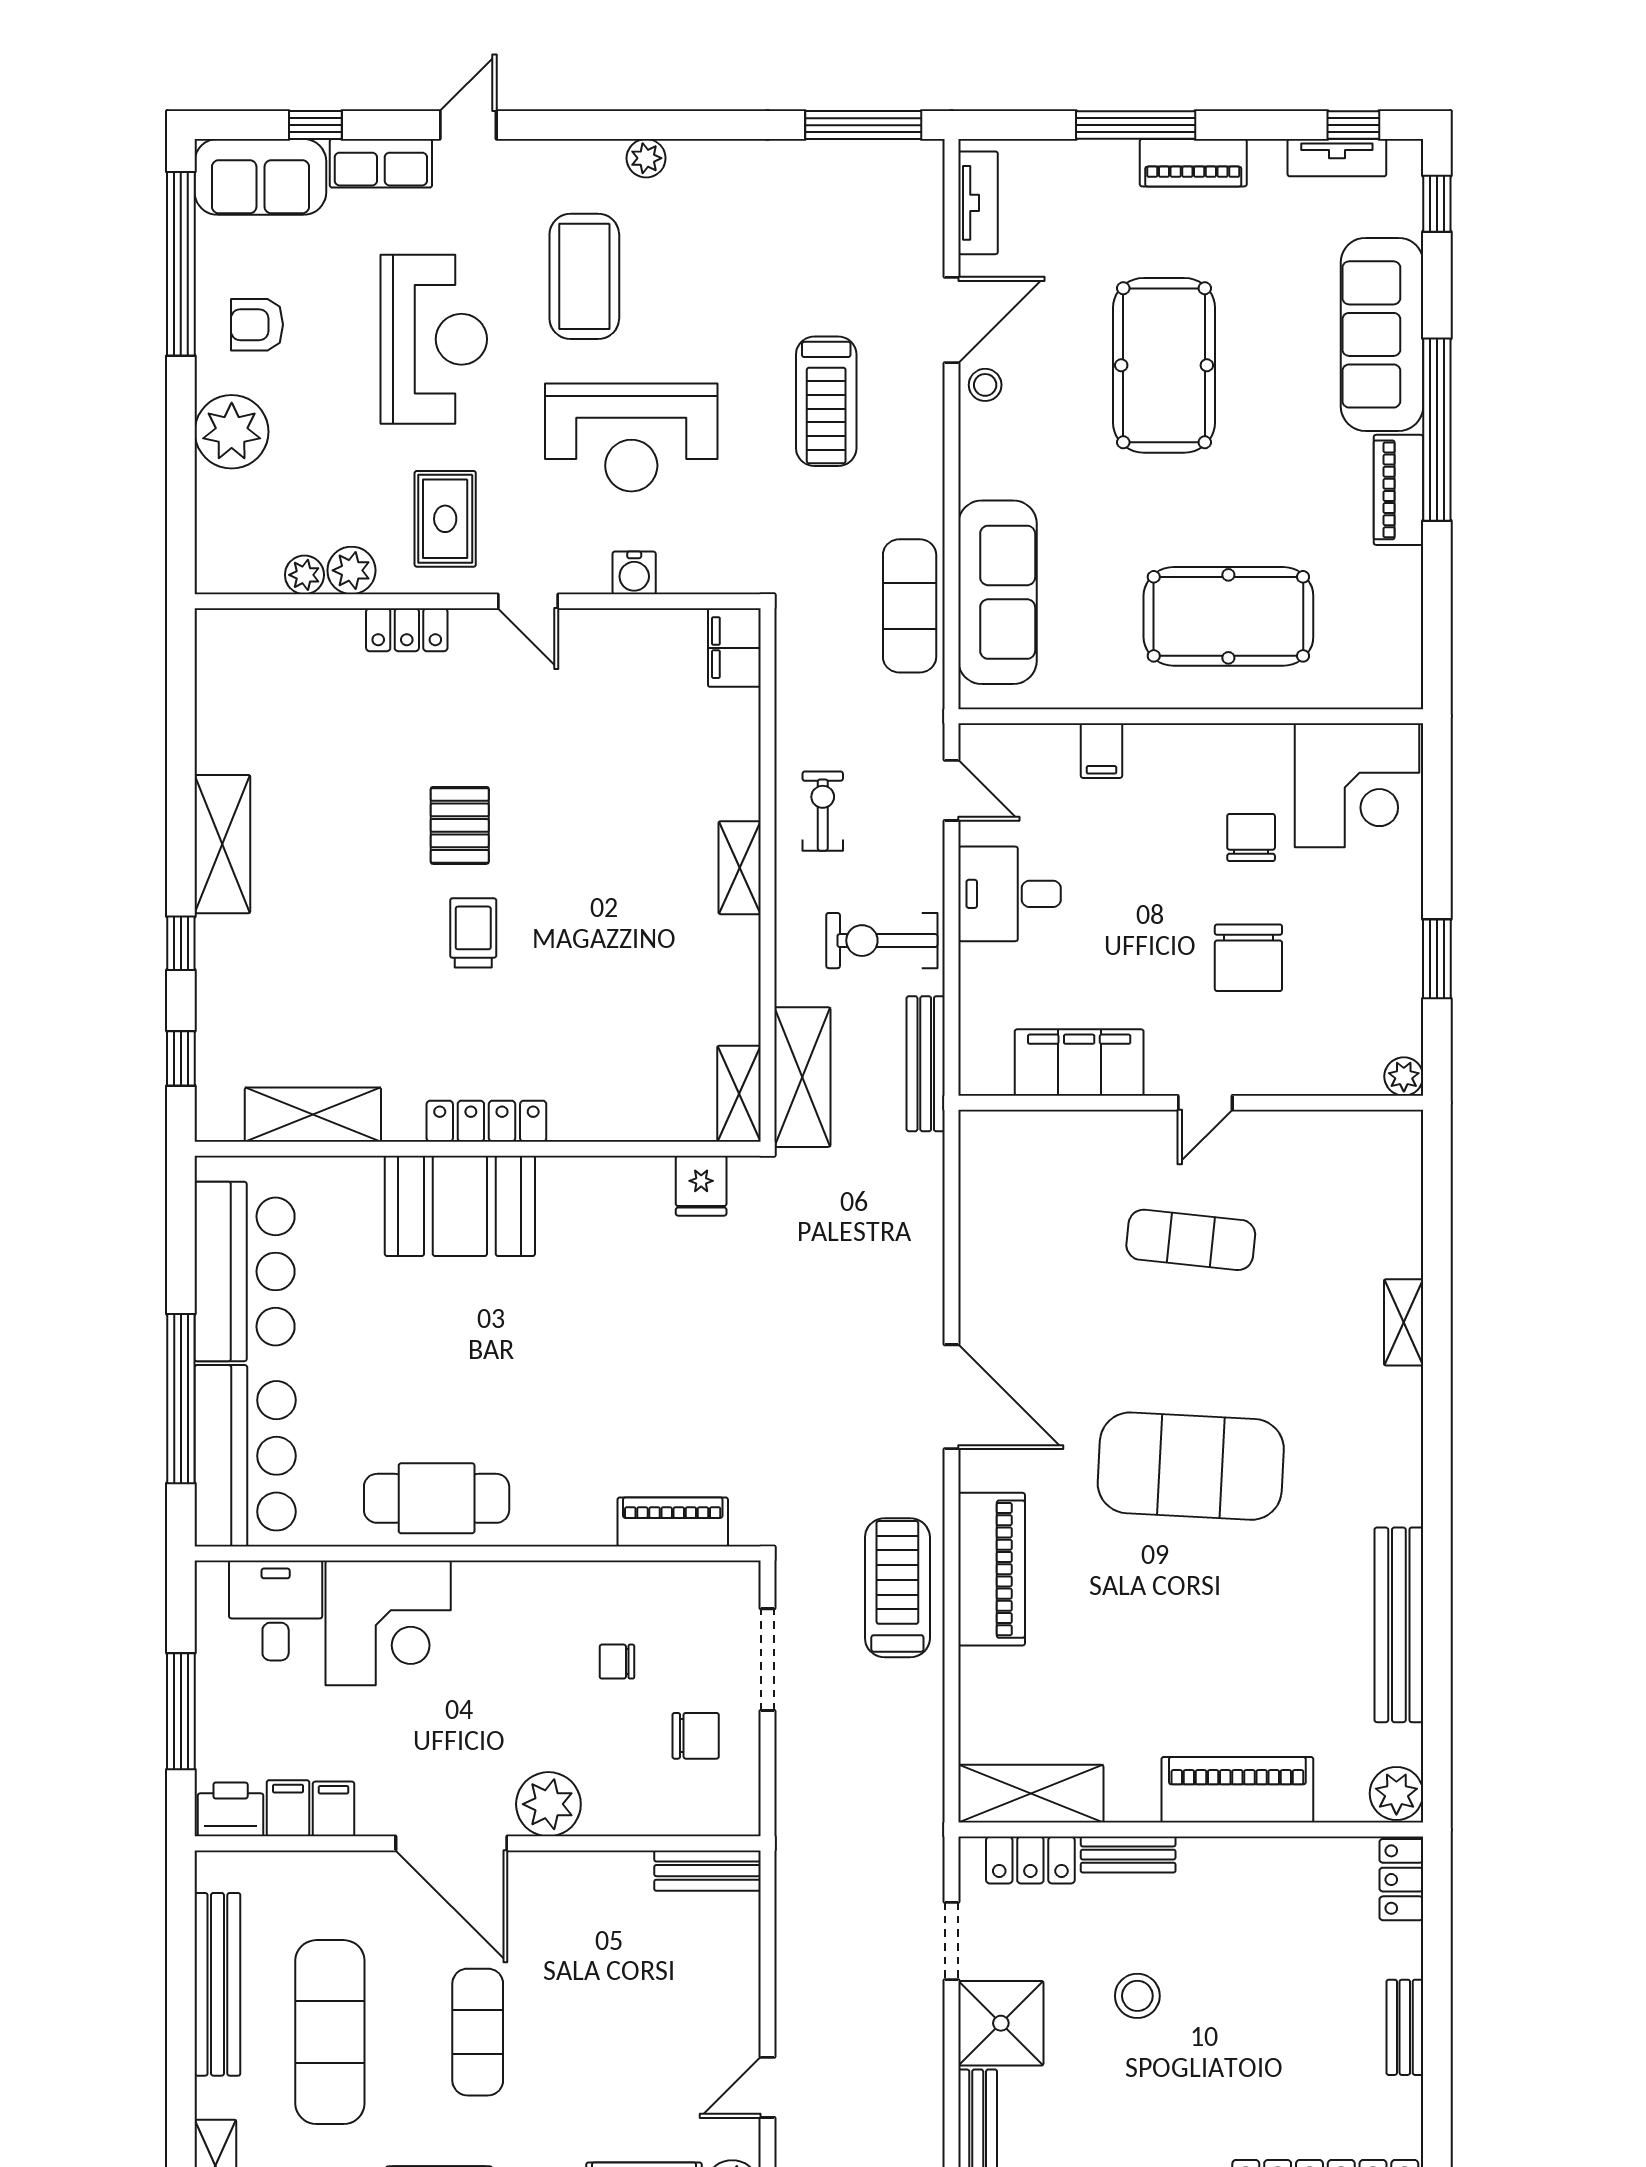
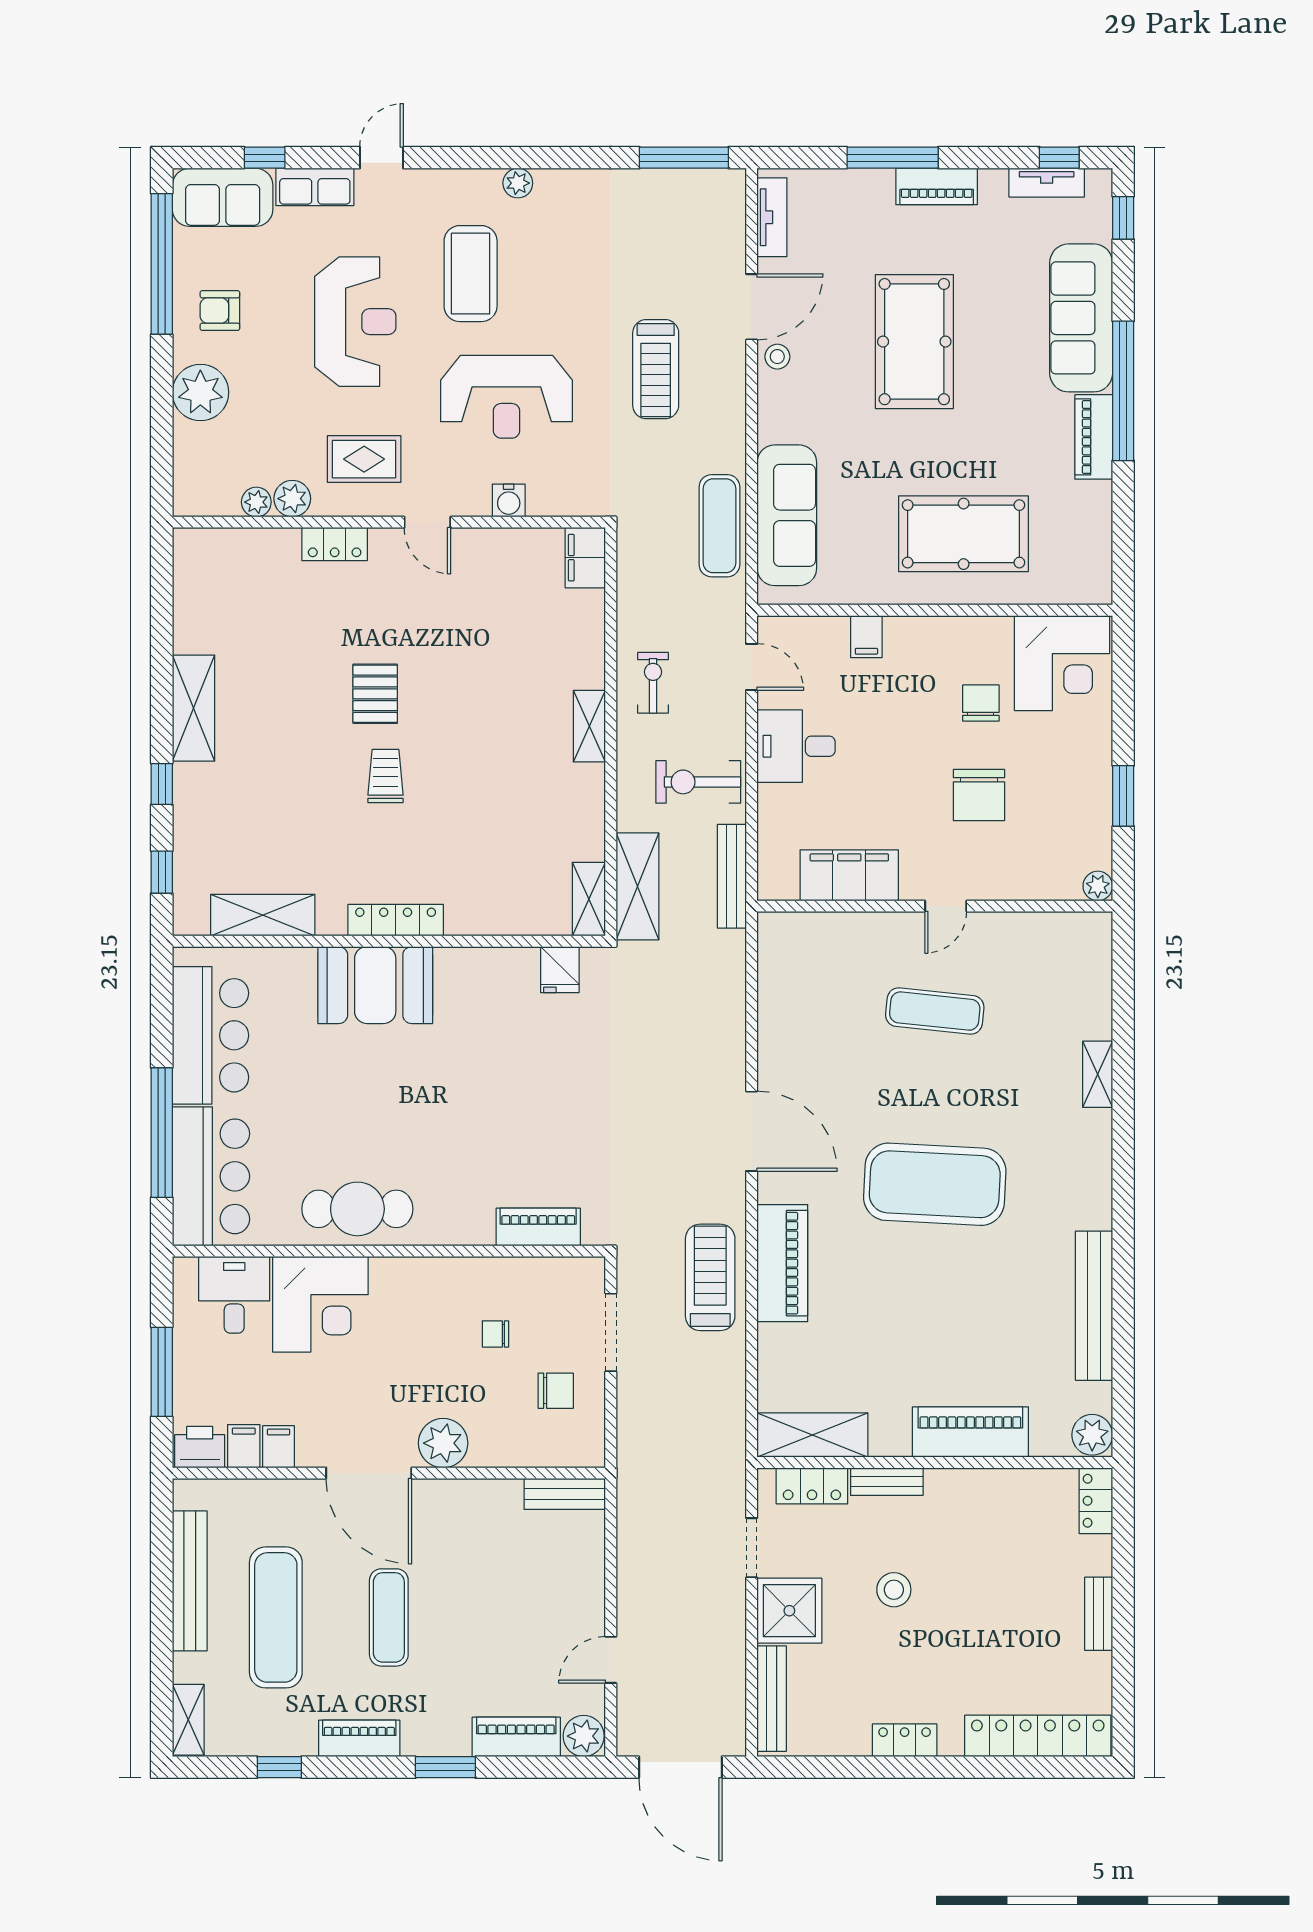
rug: (445, 519) -> (364, 459), turned 90

